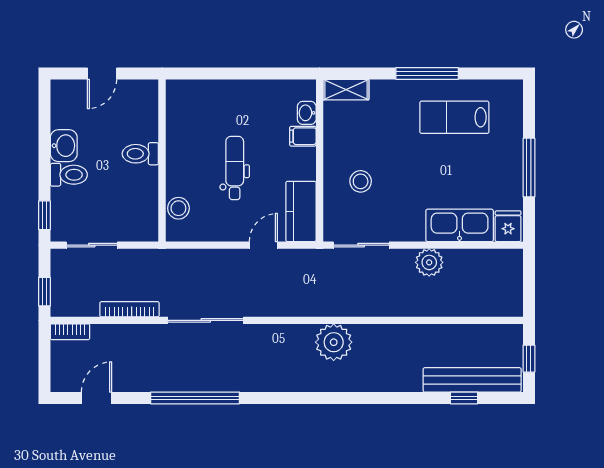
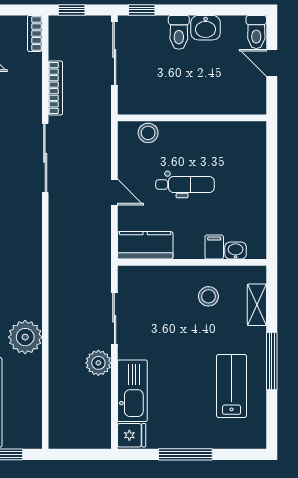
shelving: (346, 90) -> (257, 305), moved
toilet: (140, 154) -> (256, 32), moved, turned 180
stool: (361, 181) -> (208, 296), moved
sliding door: (92, 245) -> (114, 53), width x1.37
door: (263, 245) -> (114, 192), moved
sliding door: (361, 245) -> (114, 319), moved
plant: (334, 342) -> (25, 337), moved

